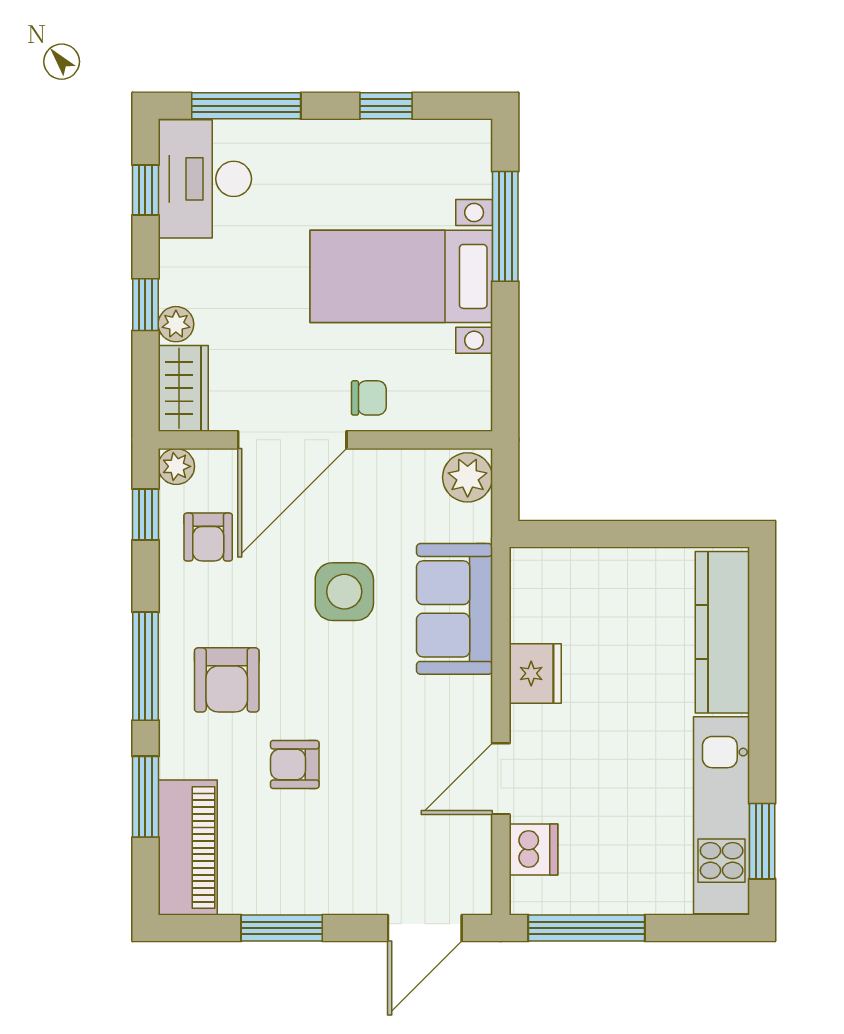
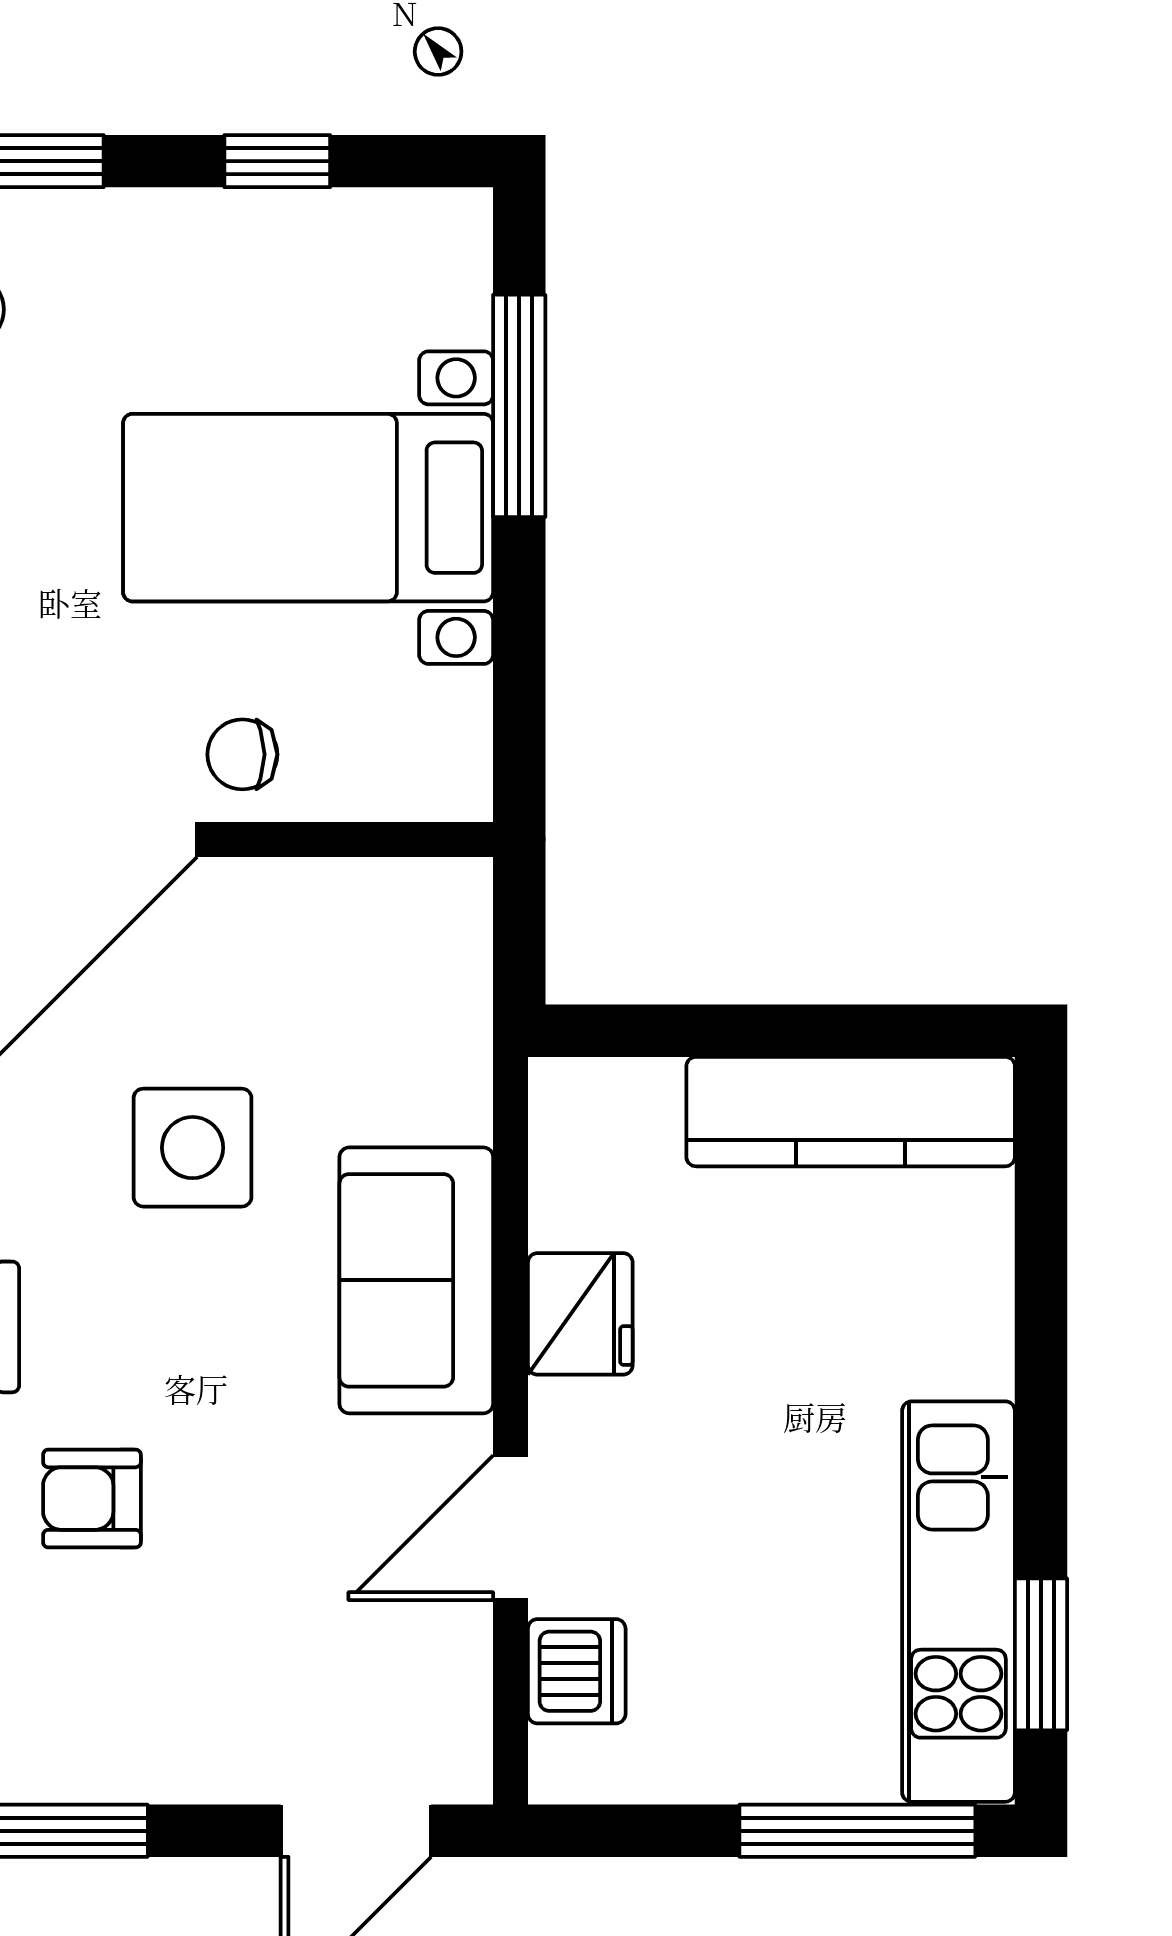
chair: (369, 398) -> (242, 754), turned 180
plant: (468, 477) -> (443, 916), removed
sofa: (454, 609) -> (416, 1280), moved
kitchen counter: (722, 632) -> (851, 1112), moved, turned -90
window: (586, 928) -> (857, 1831), moved

